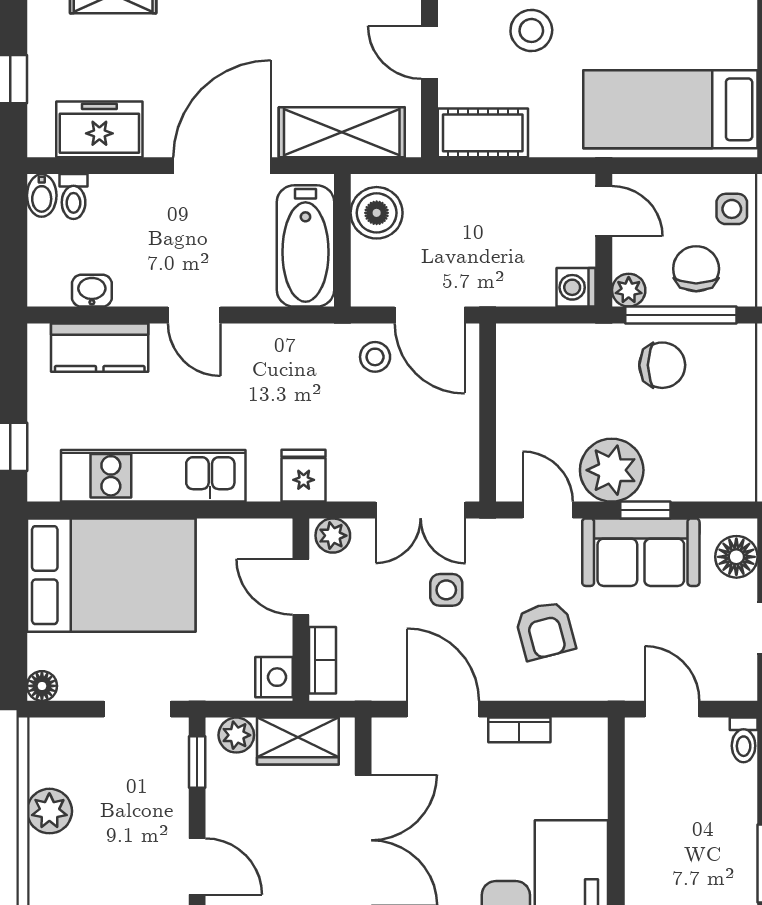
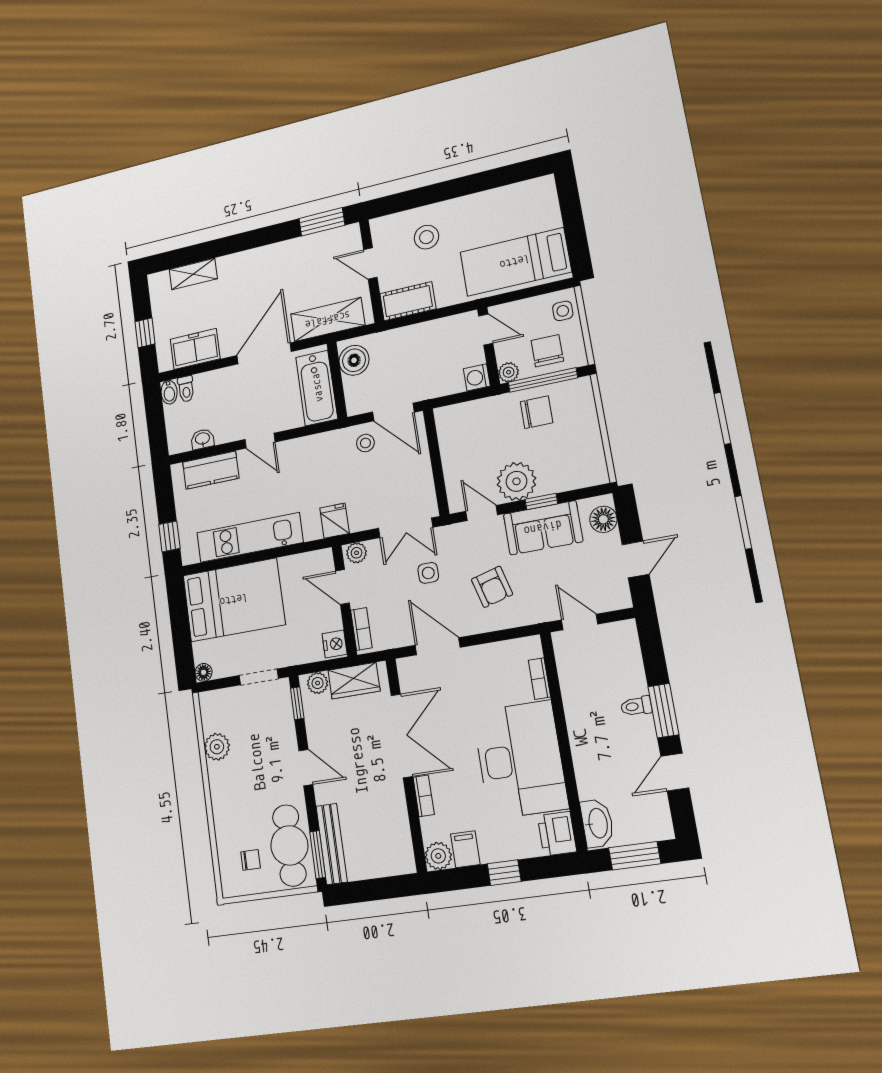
bookcase: (519, 730) -> (539, 679), moved, turned 90
toilet: (744, 740) -> (636, 706), moved, turned 90

